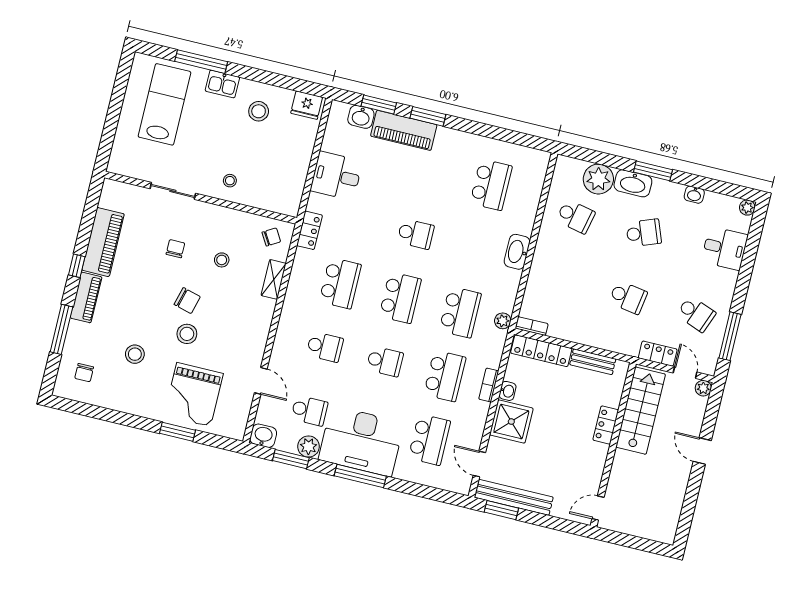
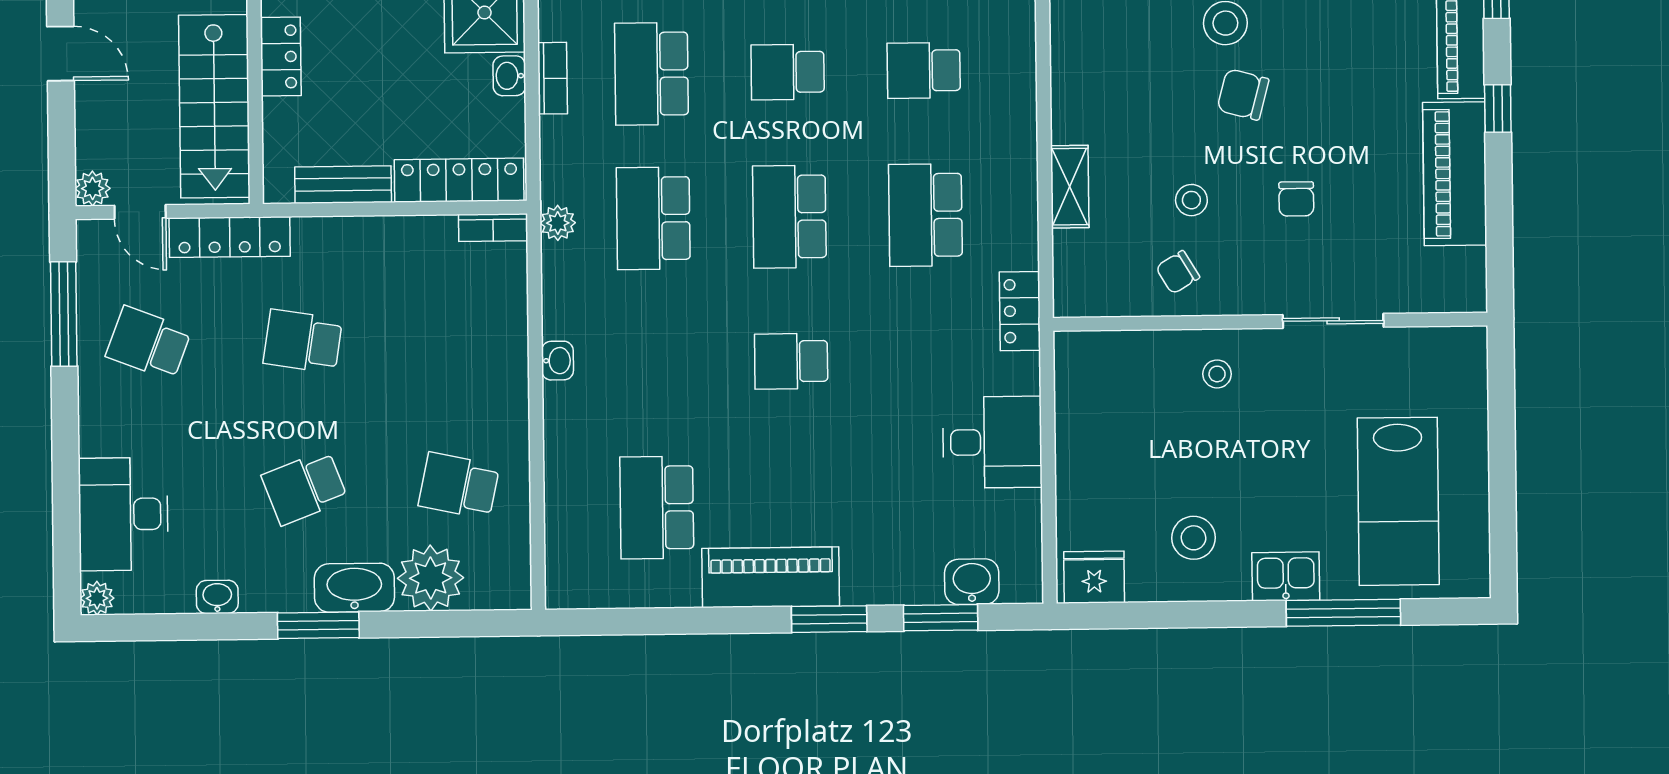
piano: (404, 130) -> (771, 577), moved
chair: (271, 237) -> (1178, 272), moved
desk: (725, 248) -> (123, 514), width x1.37
washbasin: (517, 252) -> (557, 361), width x0.52, depth x0.69
locker: (658, 354) -> (230, 237), width x1.53

